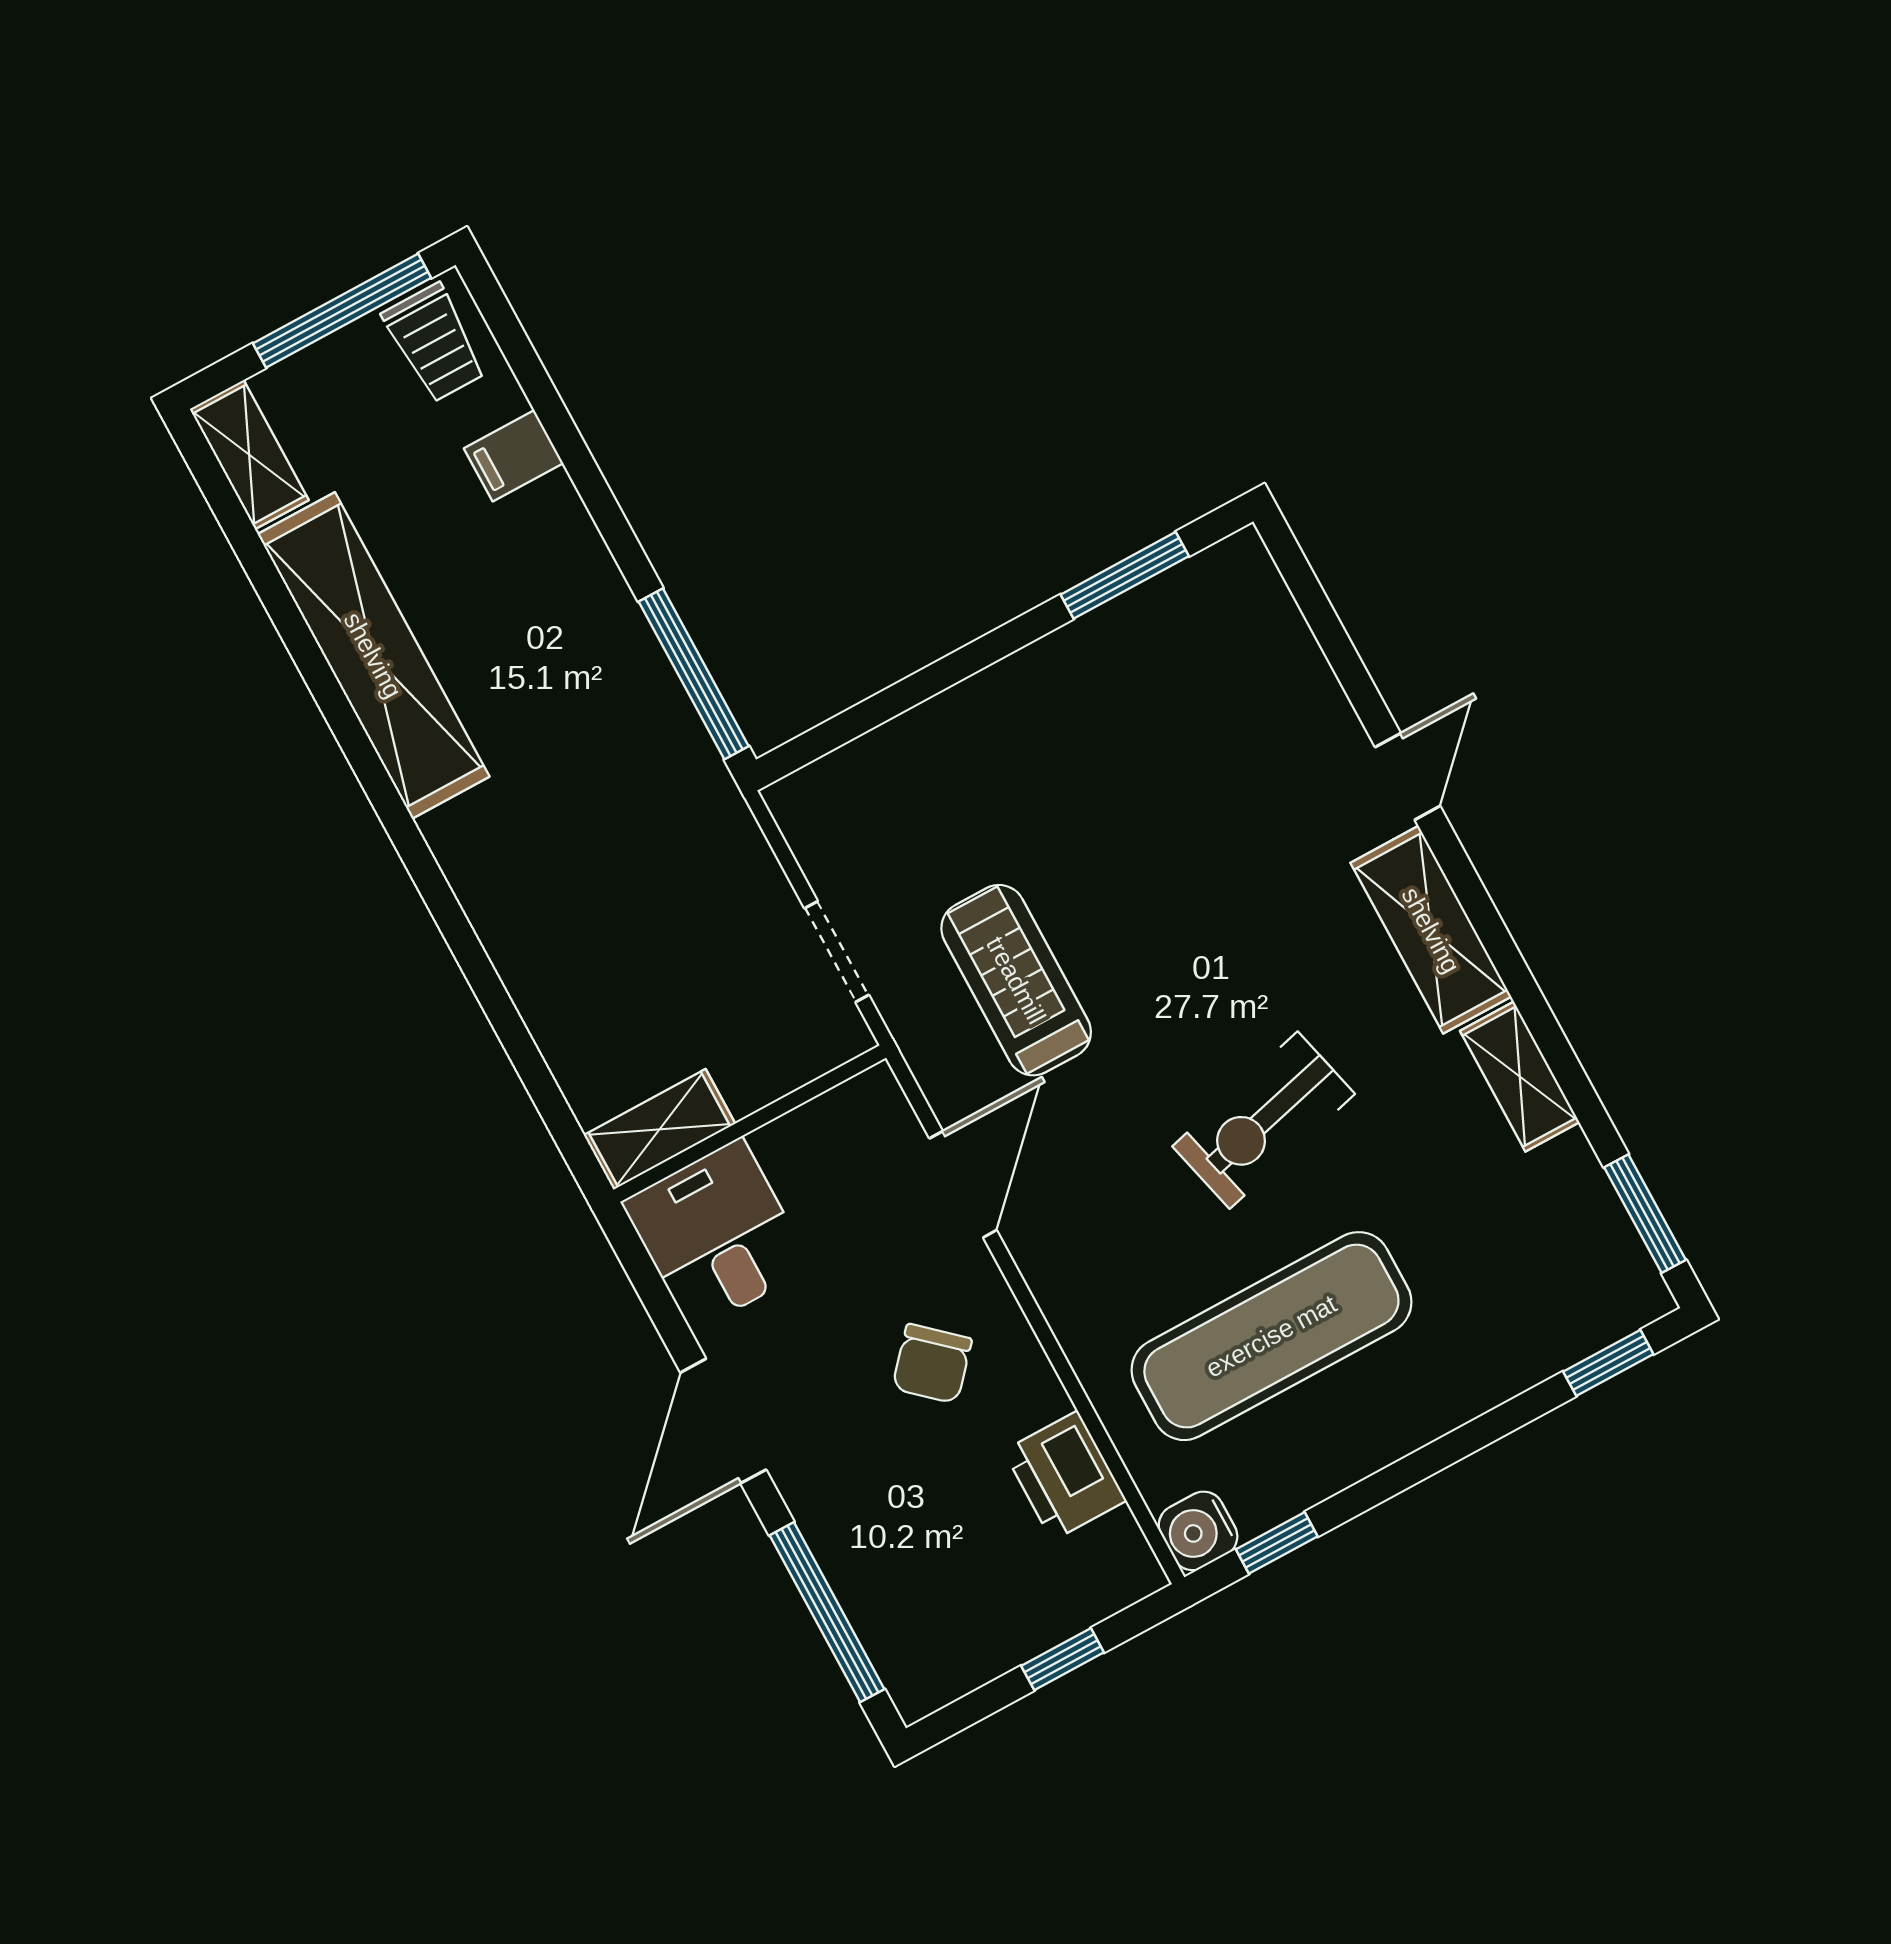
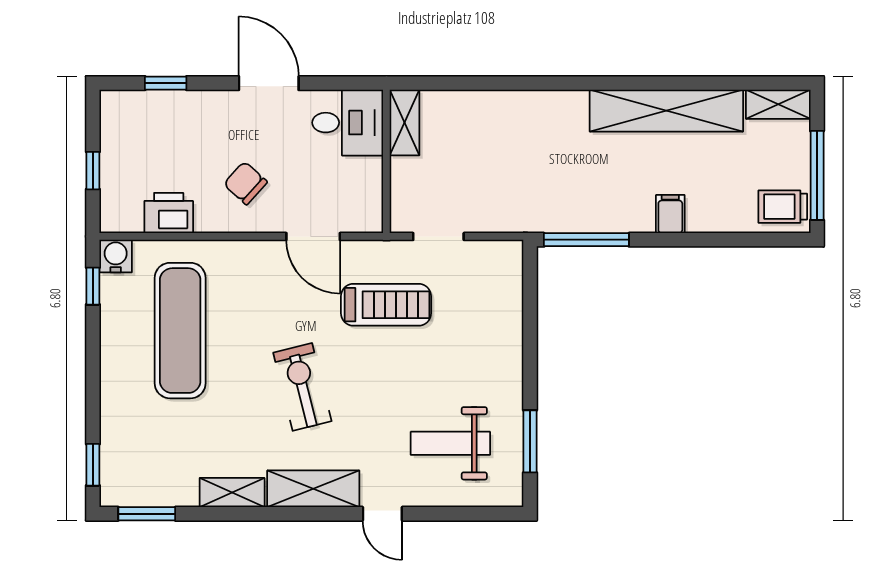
filing cabinet: (514, 456) -> (670, 214), moved
weight bench: (1208, 721) -> (450, 443), added
exercise bike: (1264, 1120) -> (302, 387), moved
window: (827, 1612) -> (166, 83), width x0.46

